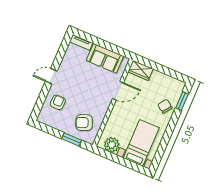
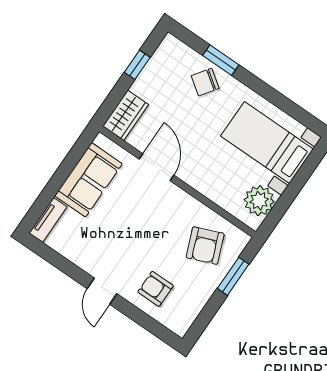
window: (167, 71) -> (137, 65), added
window: (182, 101) -> (221, 60), moved

